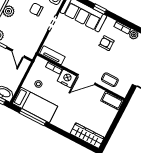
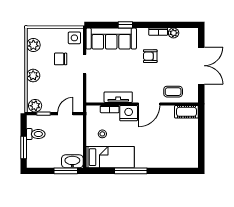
door: (18, 54) -> (65, 114), swing flipped
tv unit: (52, 55) -> (118, 97), moved
window: (33, 117) -> (131, 171), moved
wardrobe: (87, 136) -> (180, 161), removed

